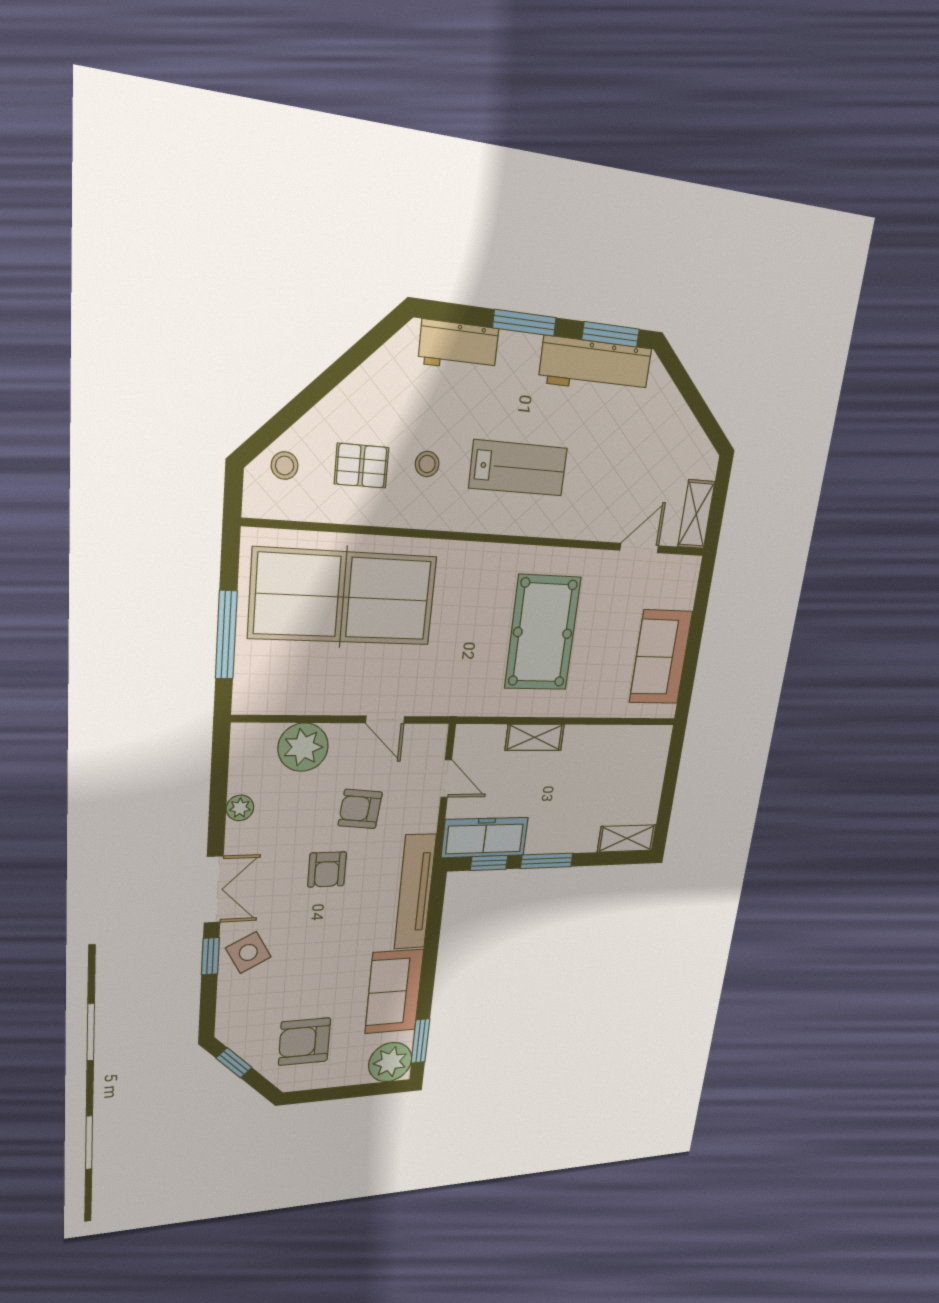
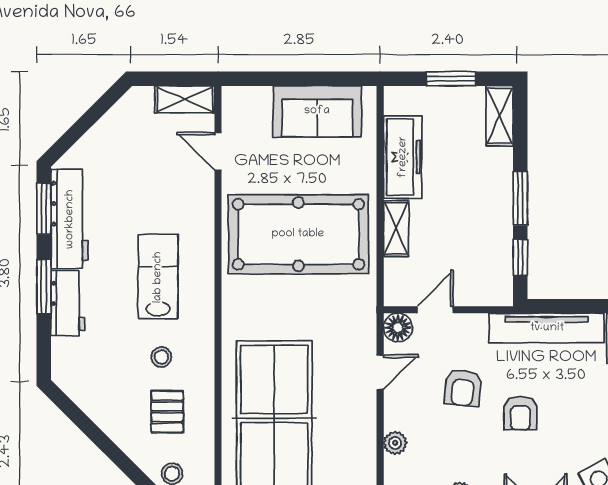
workbench: (458, 346) -> (68, 303), moved
pool table: (543, 633) -> (298, 234), width x1.36, depth x1.32
floor lamp: (432, 739) -> (398, 328), added
plant: (303, 747) -> (395, 443), width x0.53, depth x0.53
window: (668, 791) -> (451, 79), added
freezer: (485, 837) -> (403, 157), moved, turned 180
armchair: (327, 869) -> (520, 413), turned 90

